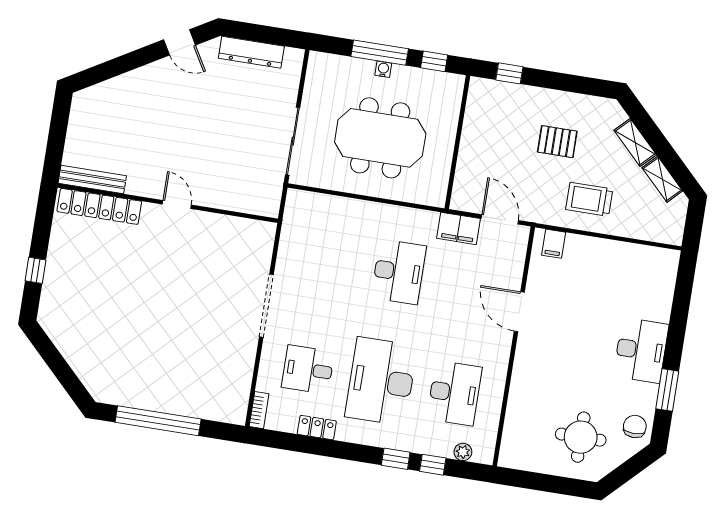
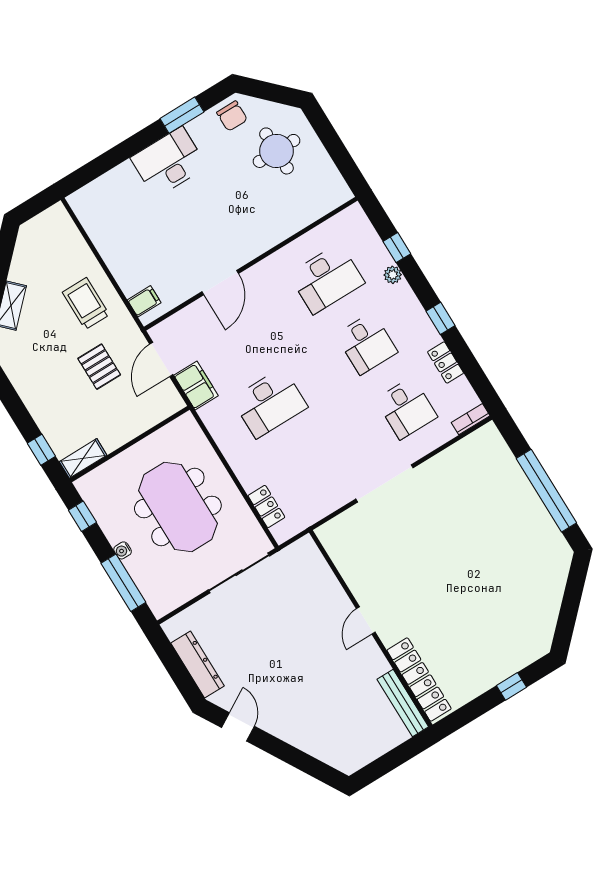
window: (380, 53) -> (123, 583), moved
pallet: (557, 142) -> (99, 367), moved
shelving: (662, 179) -> (83, 458), moved, turned 45
trolley: (589, 199) -> (86, 303), turned 180
locker: (324, 204) -> (266, 506), added
desk: (399, 272) -> (270, 403), turned 180
desk: (381, 381) -> (367, 343), width x0.53, depth x0.77
desk: (454, 393) -> (327, 279), turned 180
chair: (635, 426) -> (232, 116), turned -90
plant: (463, 452) -> (393, 275), moved
window: (396, 459) -> (440, 318), moved

